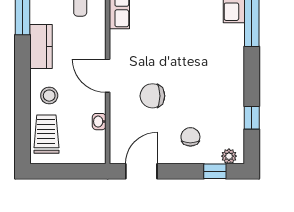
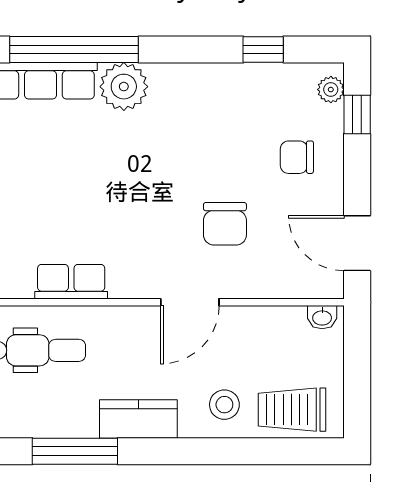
plant: (231, 38) -> (124, 87), added
washbasin: (99, 122) -> (322, 317), moved

